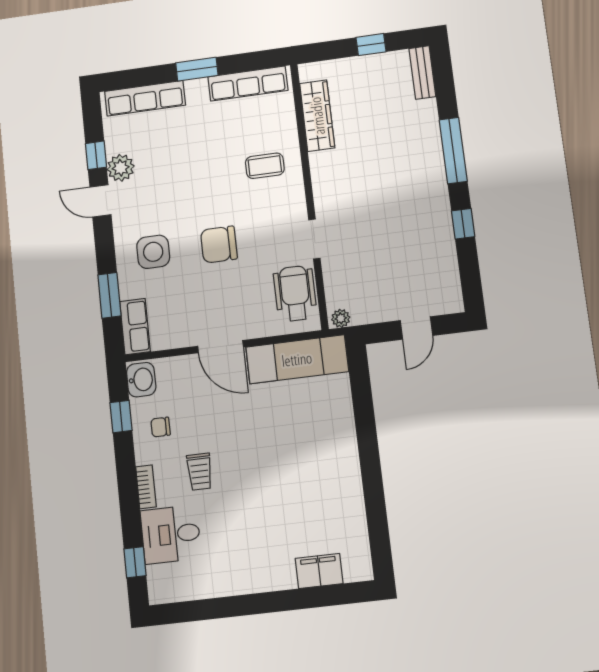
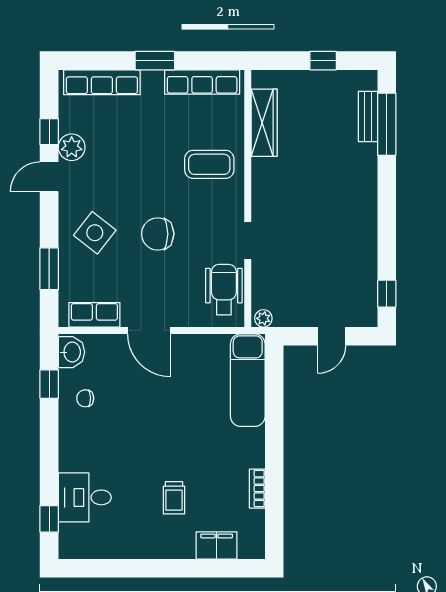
bench: (422, 72) -> (368, 116), moved
window: (453, 151) -> (387, 124), moved
coffee table: (265, 166) -> (209, 164), width x1.36, depth x1.30
door: (100, 201) -> (49, 177), hinge flipped
window: (463, 224) -> (387, 294), moved
side table: (153, 252) -> (95, 233), turned 38
row of seats: (135, 327) -> (94, 315), moved, turned -90
exam couch: (297, 359) -> (248, 380), moved, turned 90
trolley: (200, 472) -> (174, 498), moved
bookcase: (146, 487) -> (257, 489), moved, turned 180

